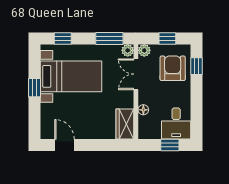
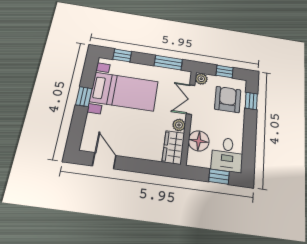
plant: (128, 50) -> (179, 125), moved
floor lamp: (143, 110) -> (199, 141), width x1.89, depth x1.89

